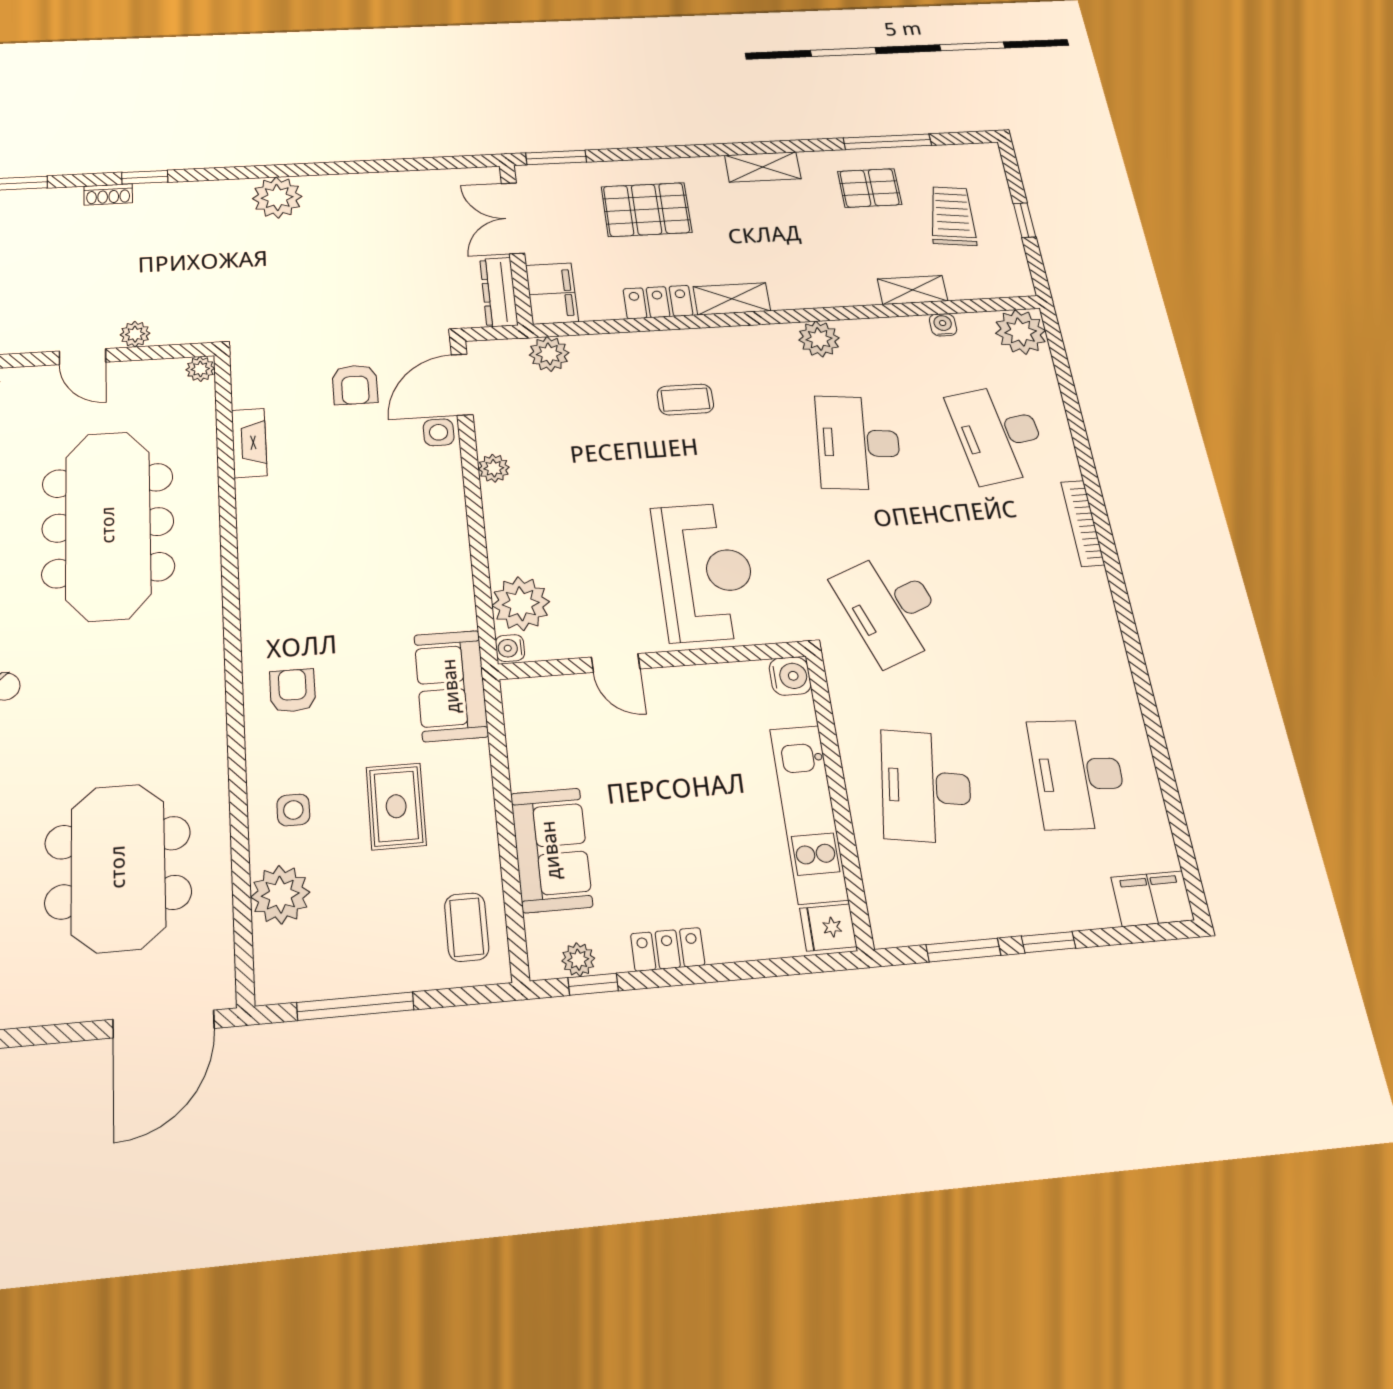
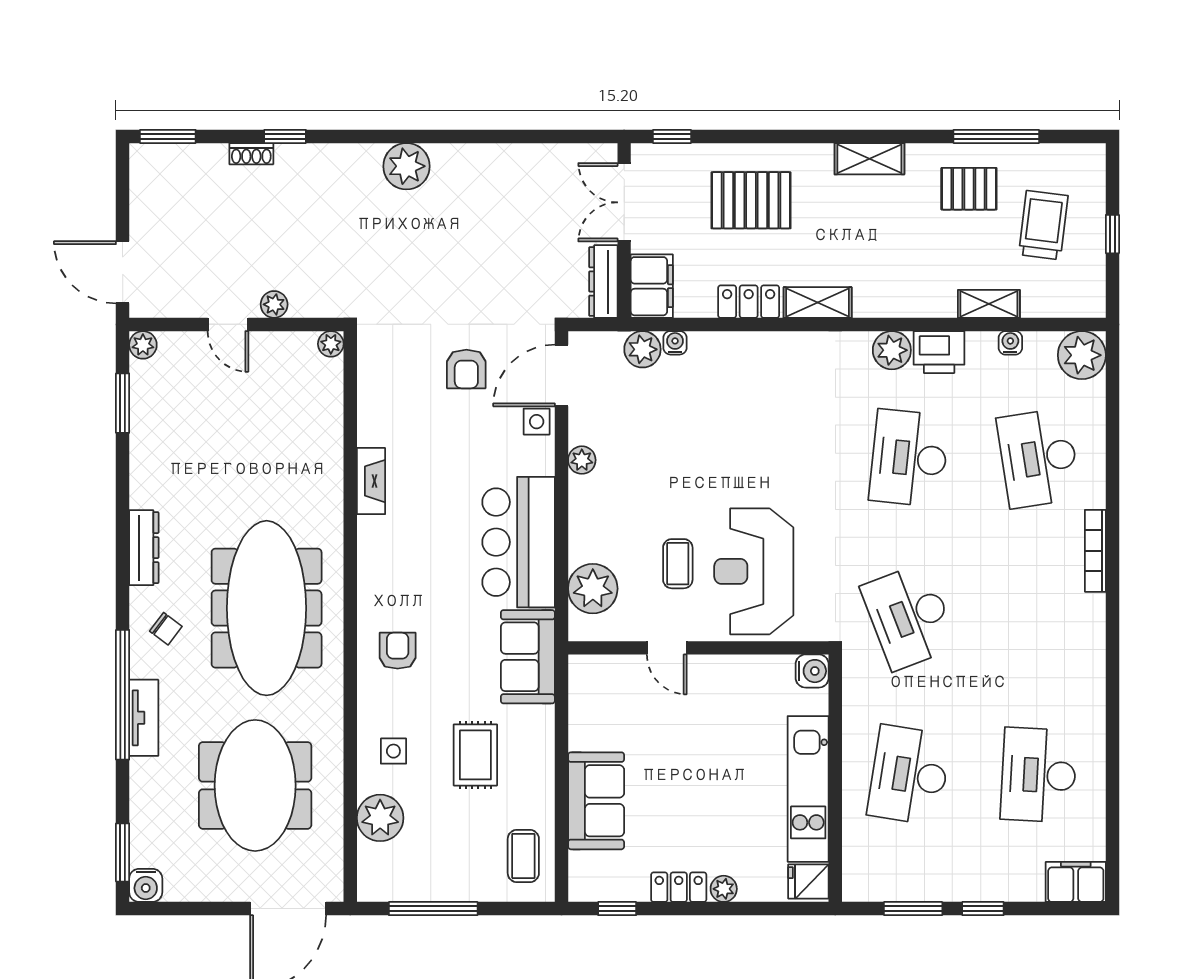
window: (556, 158) -> (672, 136), width x0.67
printer: (870, 338) -> (939, 352), added
coffee table: (685, 400) -> (678, 564), moved, turned 90
fireplace: (249, 443) -> (371, 481), moved
meeting table: (108, 525) -> (267, 608), moved
bar counter: (429, 559) -> (519, 542), added
reception desk: (705, 572) -> (754, 571), turned 180
water cooler: (510, 648) -> (675, 343), moved, turned 90
plant: (578, 960) -> (724, 889), moved

